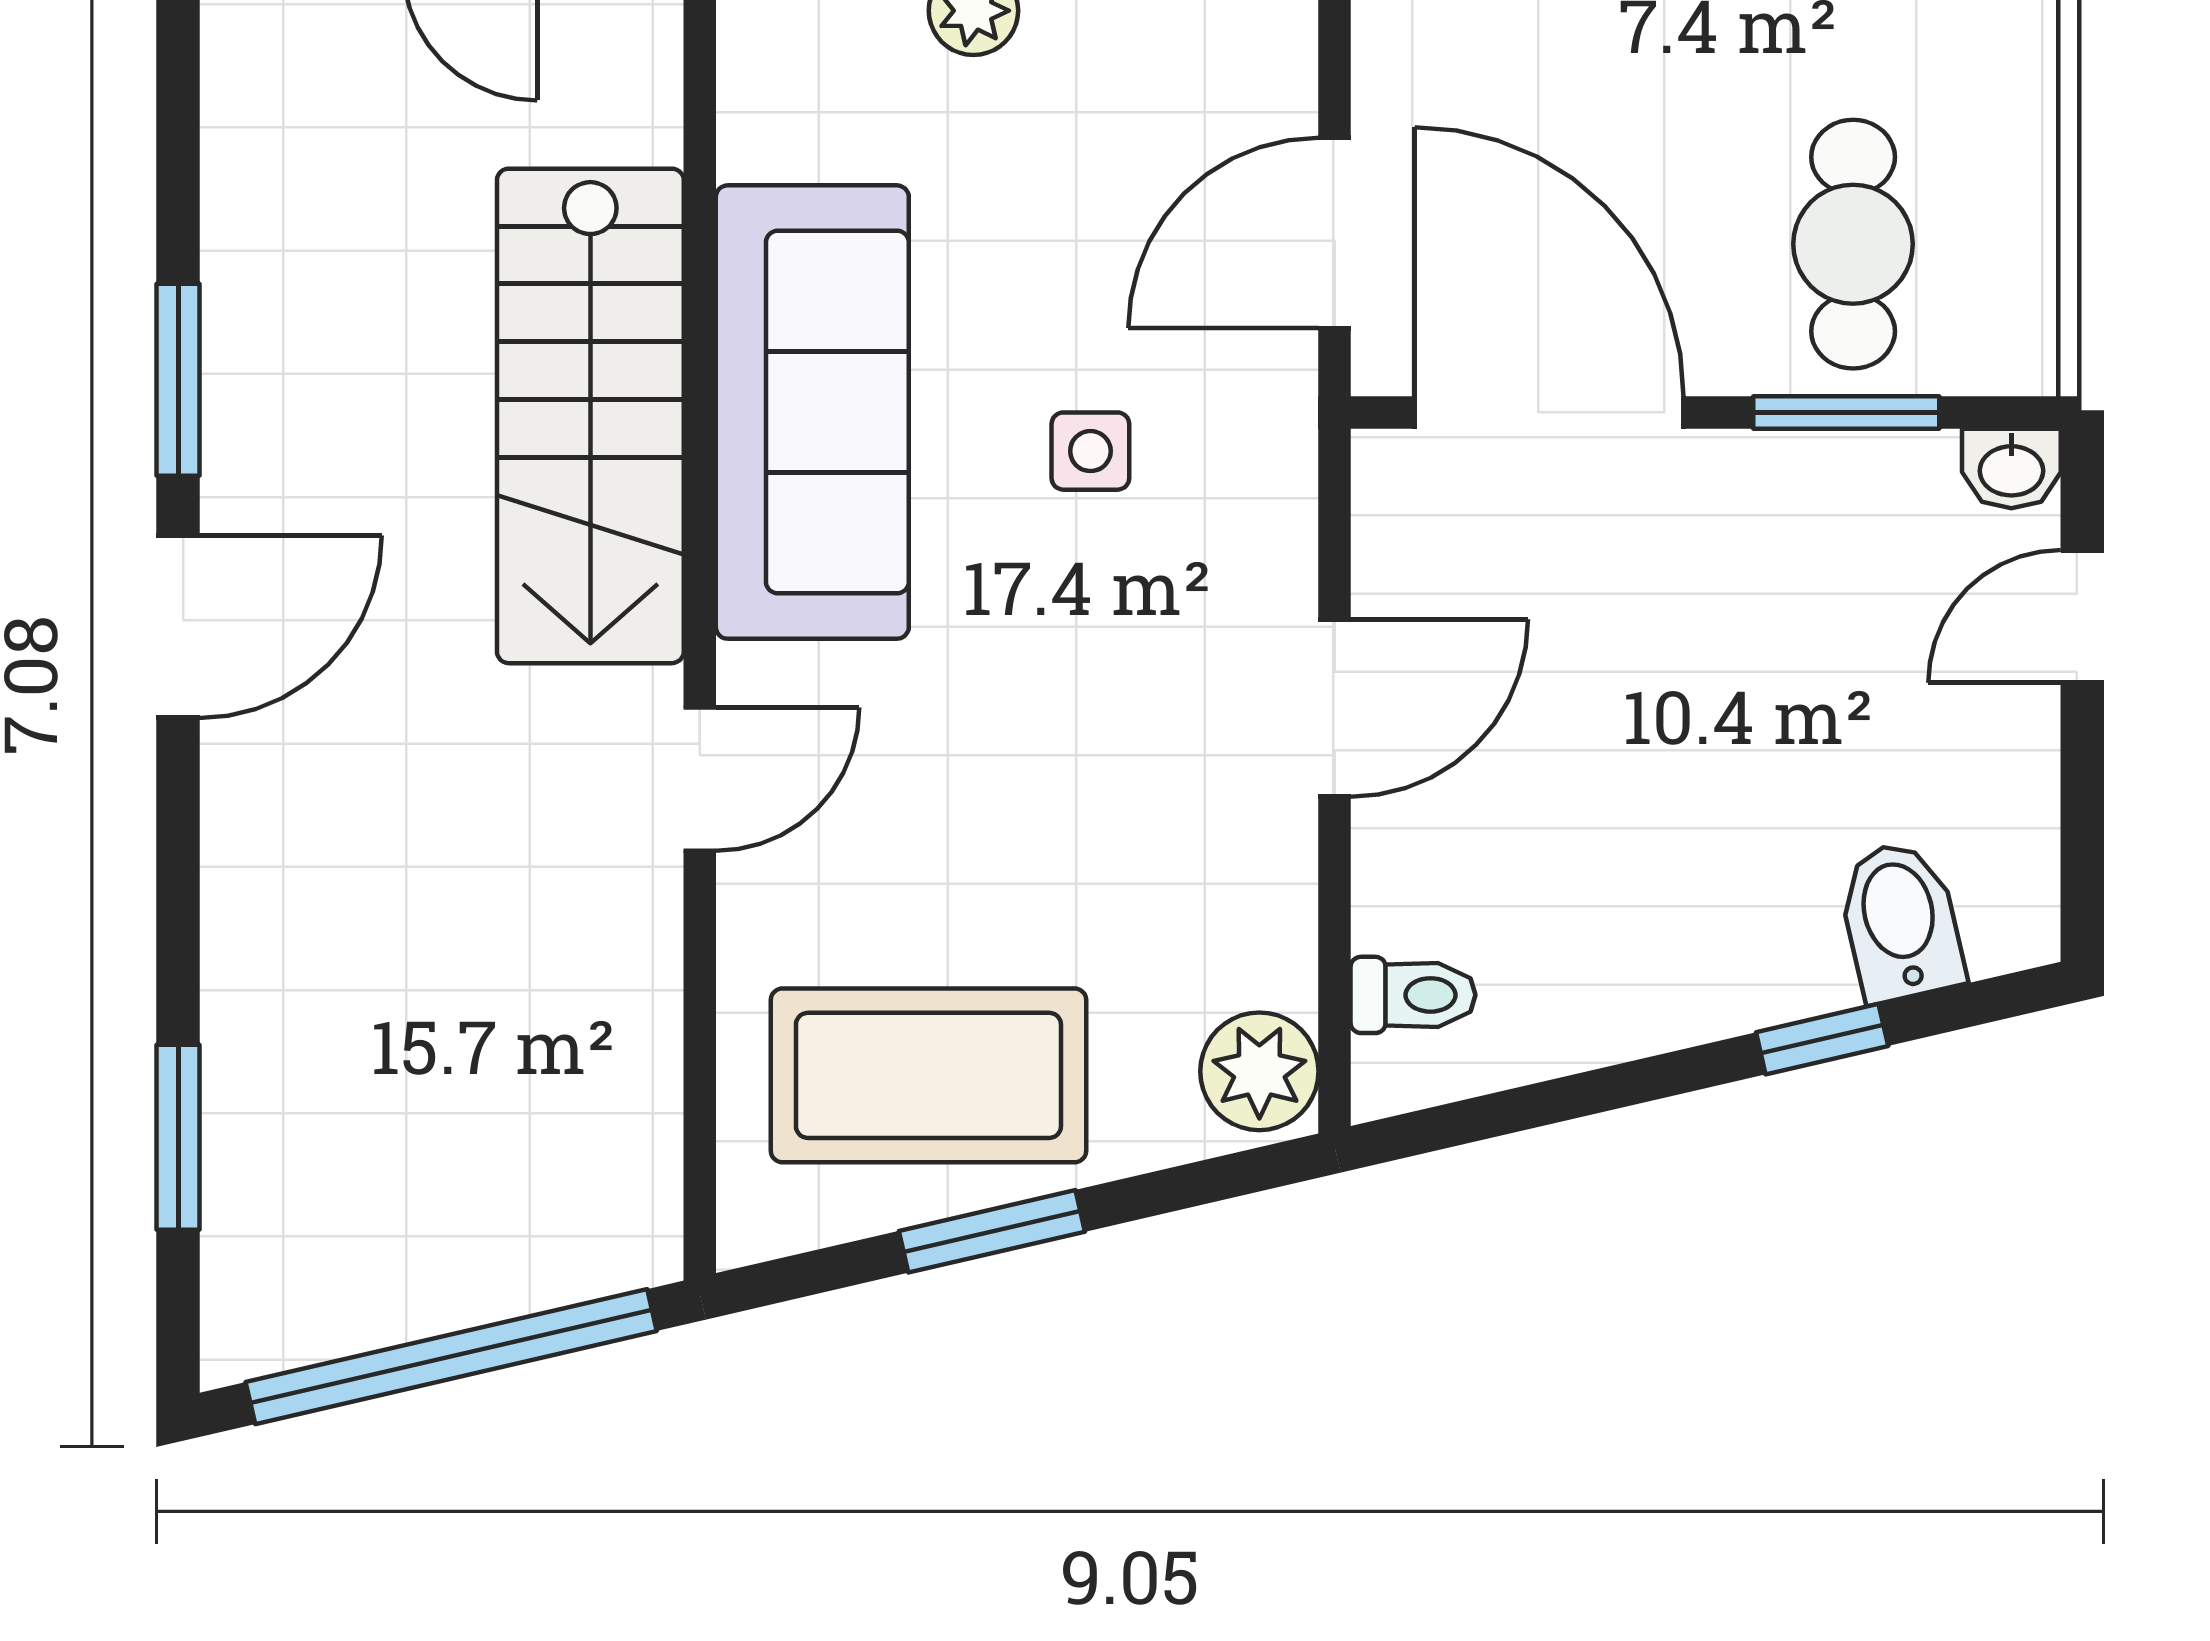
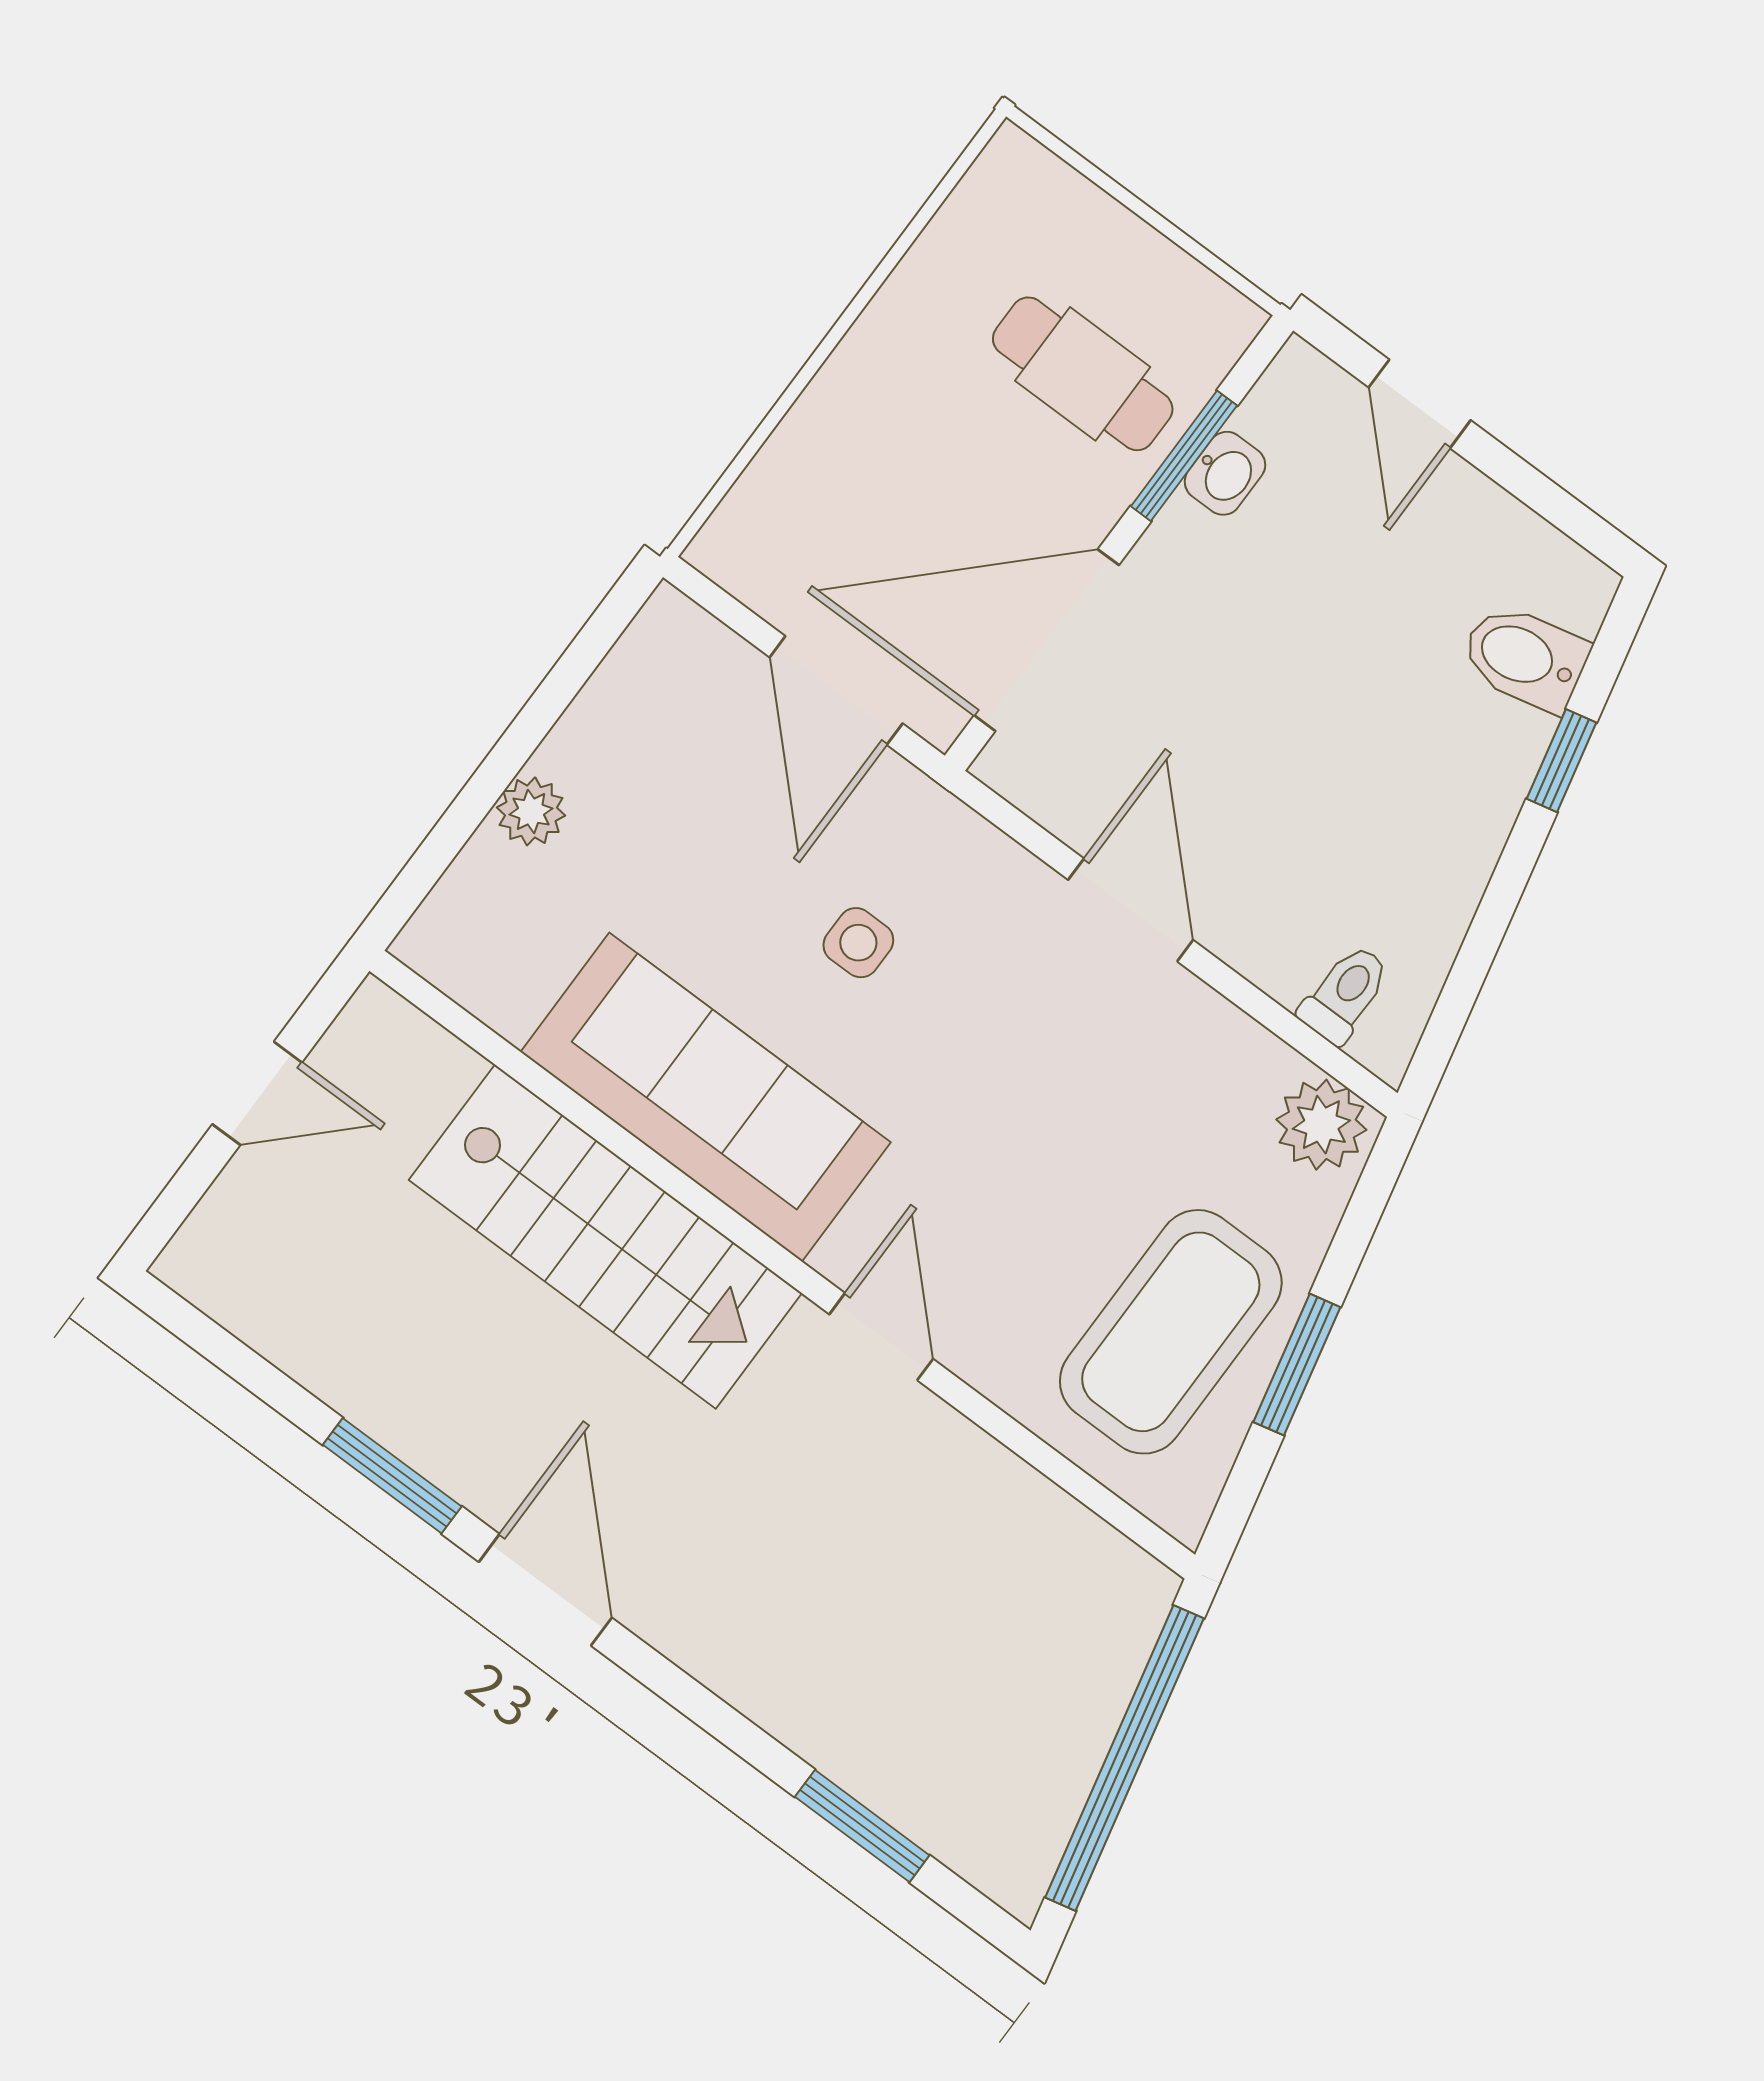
washbasin: (2011, 468) -> (1225, 473), moved

